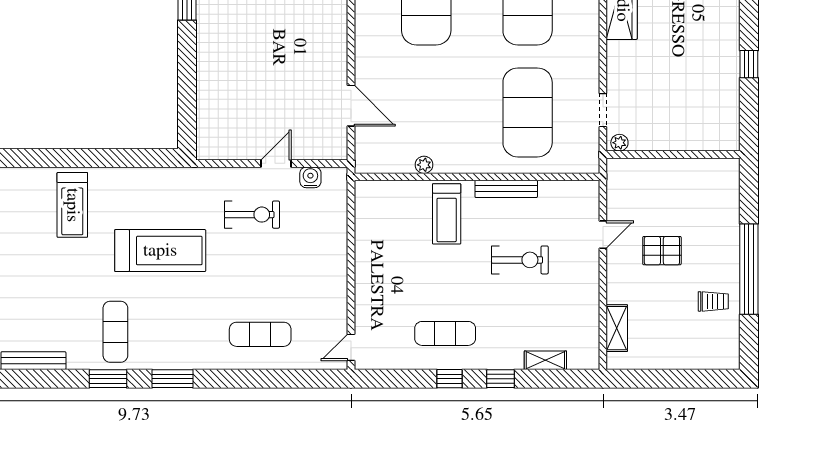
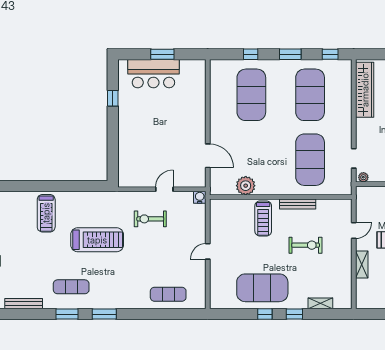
plant: (424, 165) -> (246, 186), width x1.87, depth x1.87
water cooler: (310, 177) -> (200, 197), moved
exercise bike: (252, 215) -> (150, 219), turned 180
shelving: (617, 328) -> (362, 264), moved
exercise mat: (115, 332) -> (71, 287), turned 90
exercise mat: (445, 333) -> (262, 288), width x2.00, depth x1.45
exercise mat: (260, 334) -> (168, 294), moved
door: (351, 347) -> (208, 251), moved

